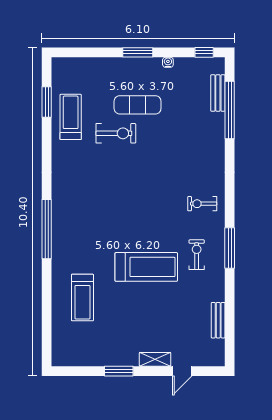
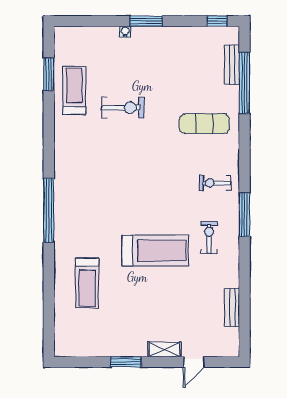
water cooler: (168, 62) -> (125, 32), moved
exercise mat: (138, 105) -> (204, 124), moved
window: (230, 248) -> (244, 215), moved

